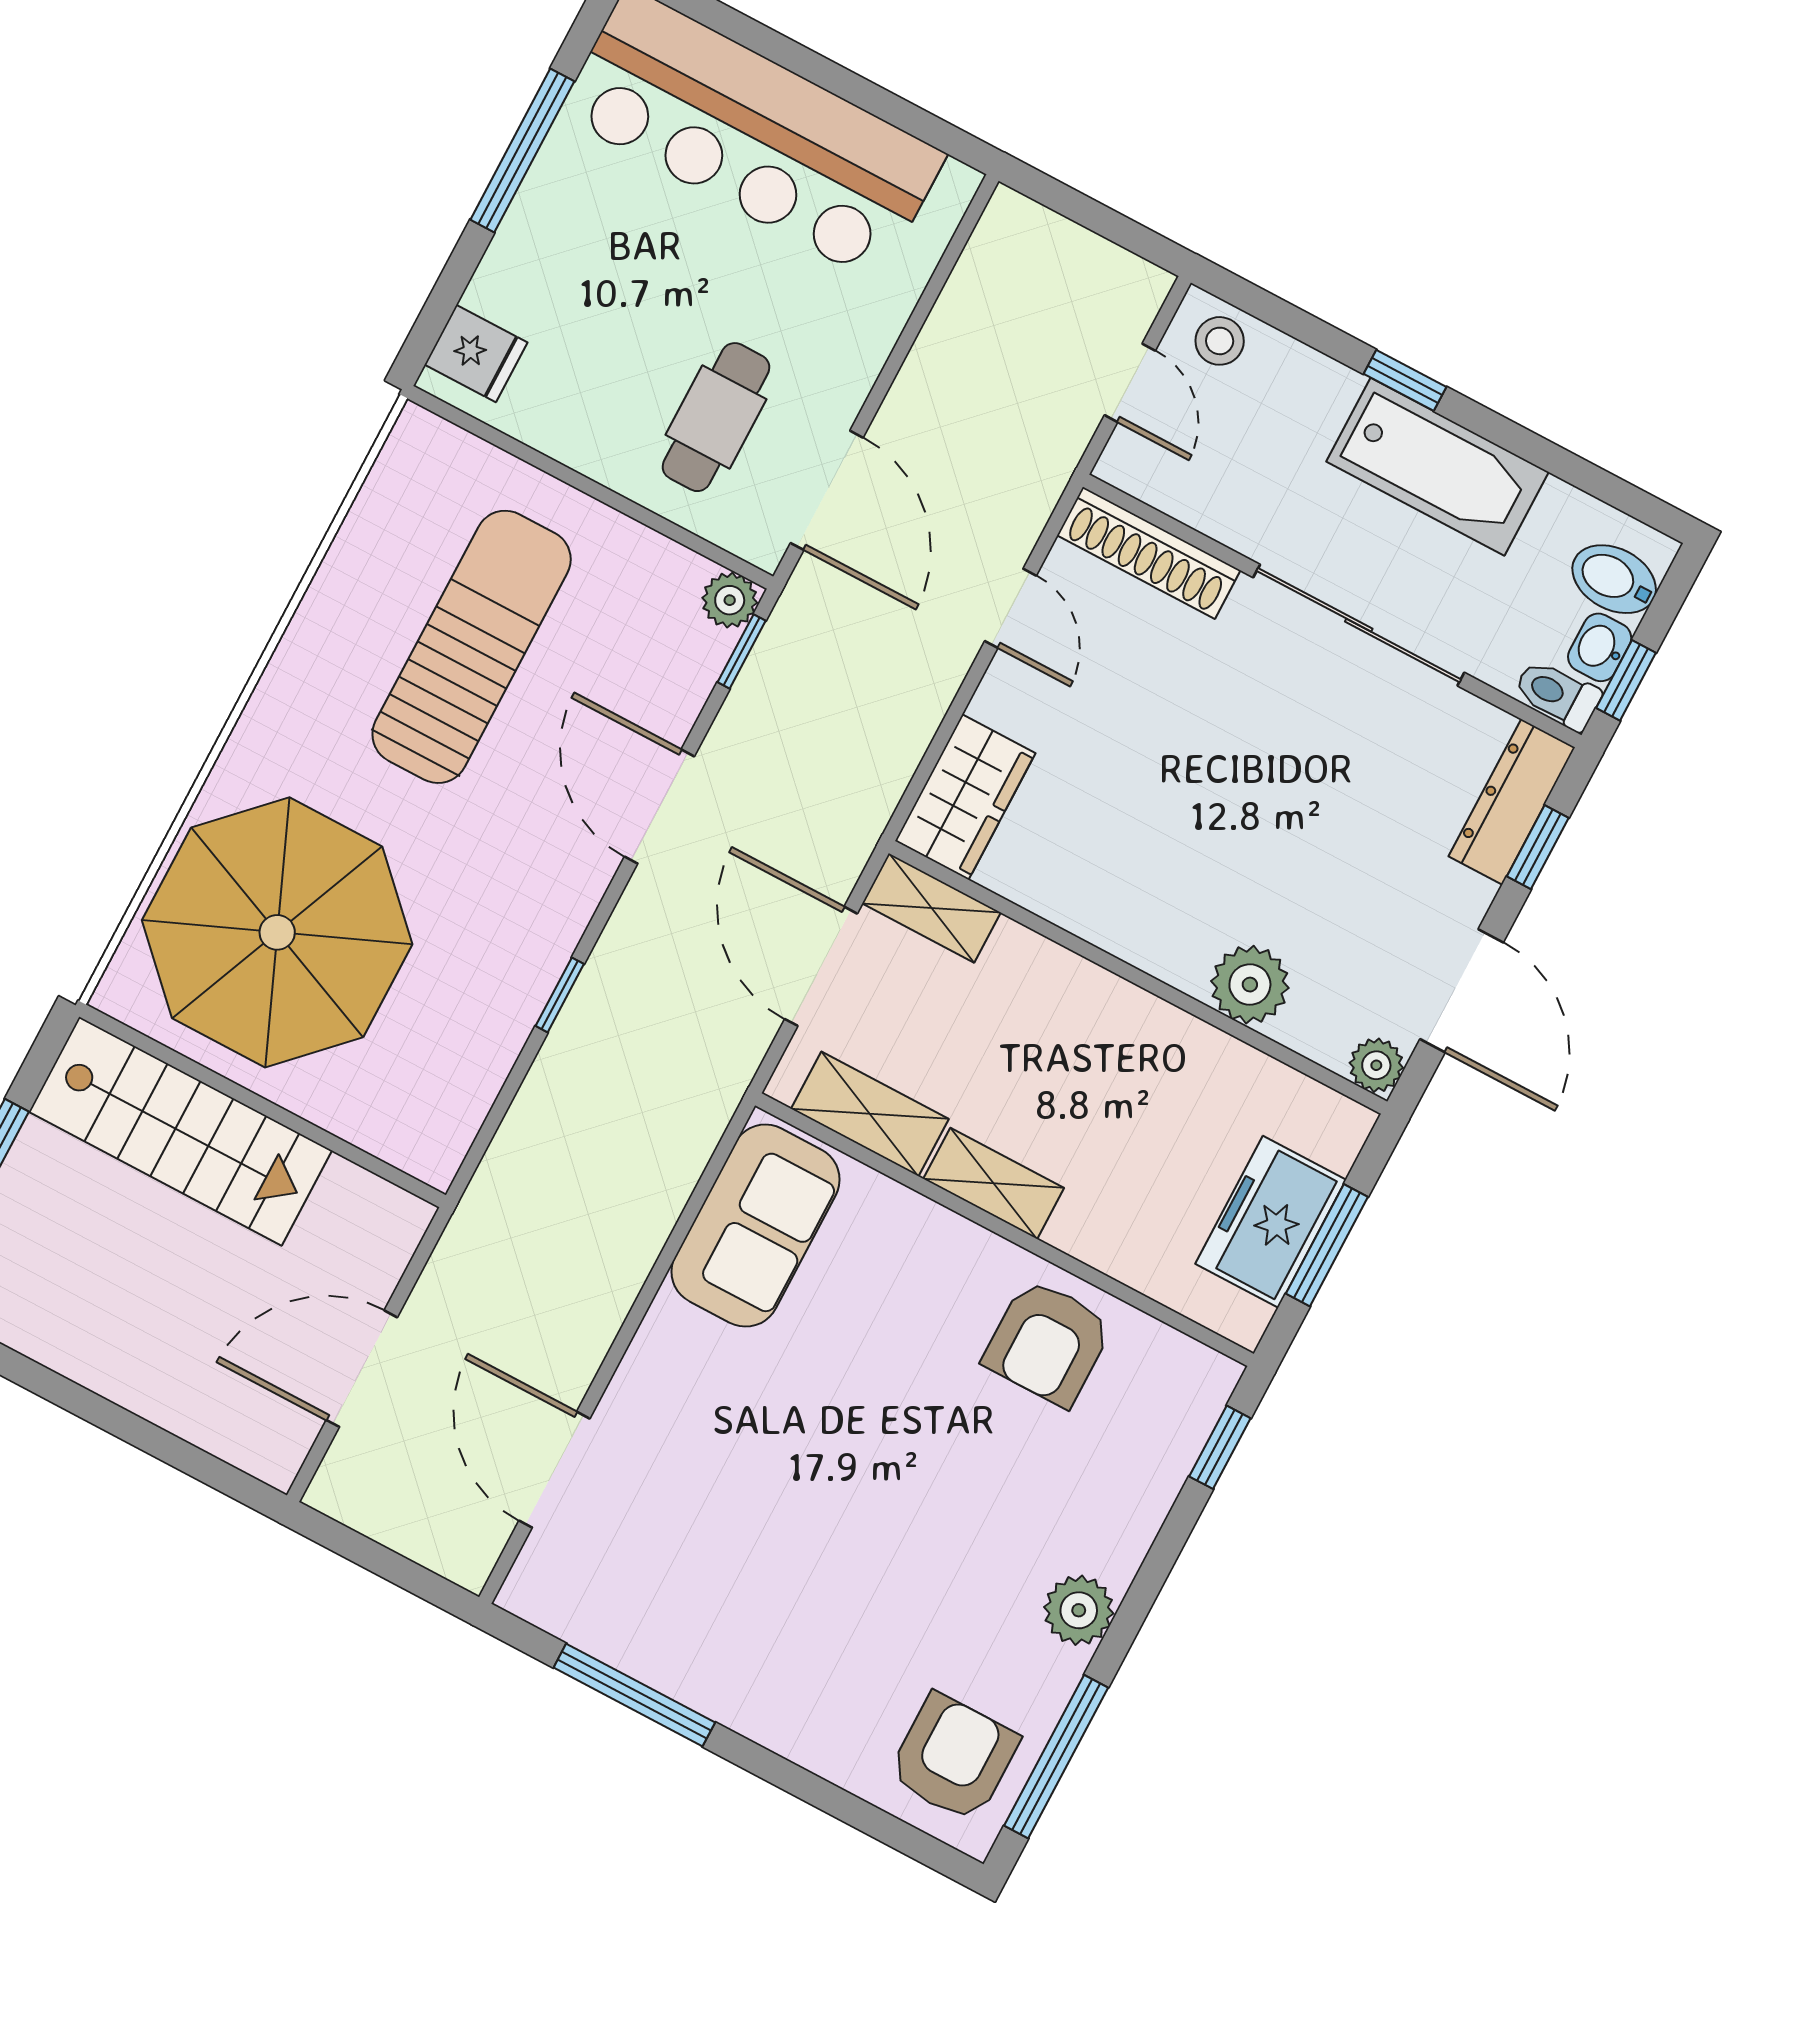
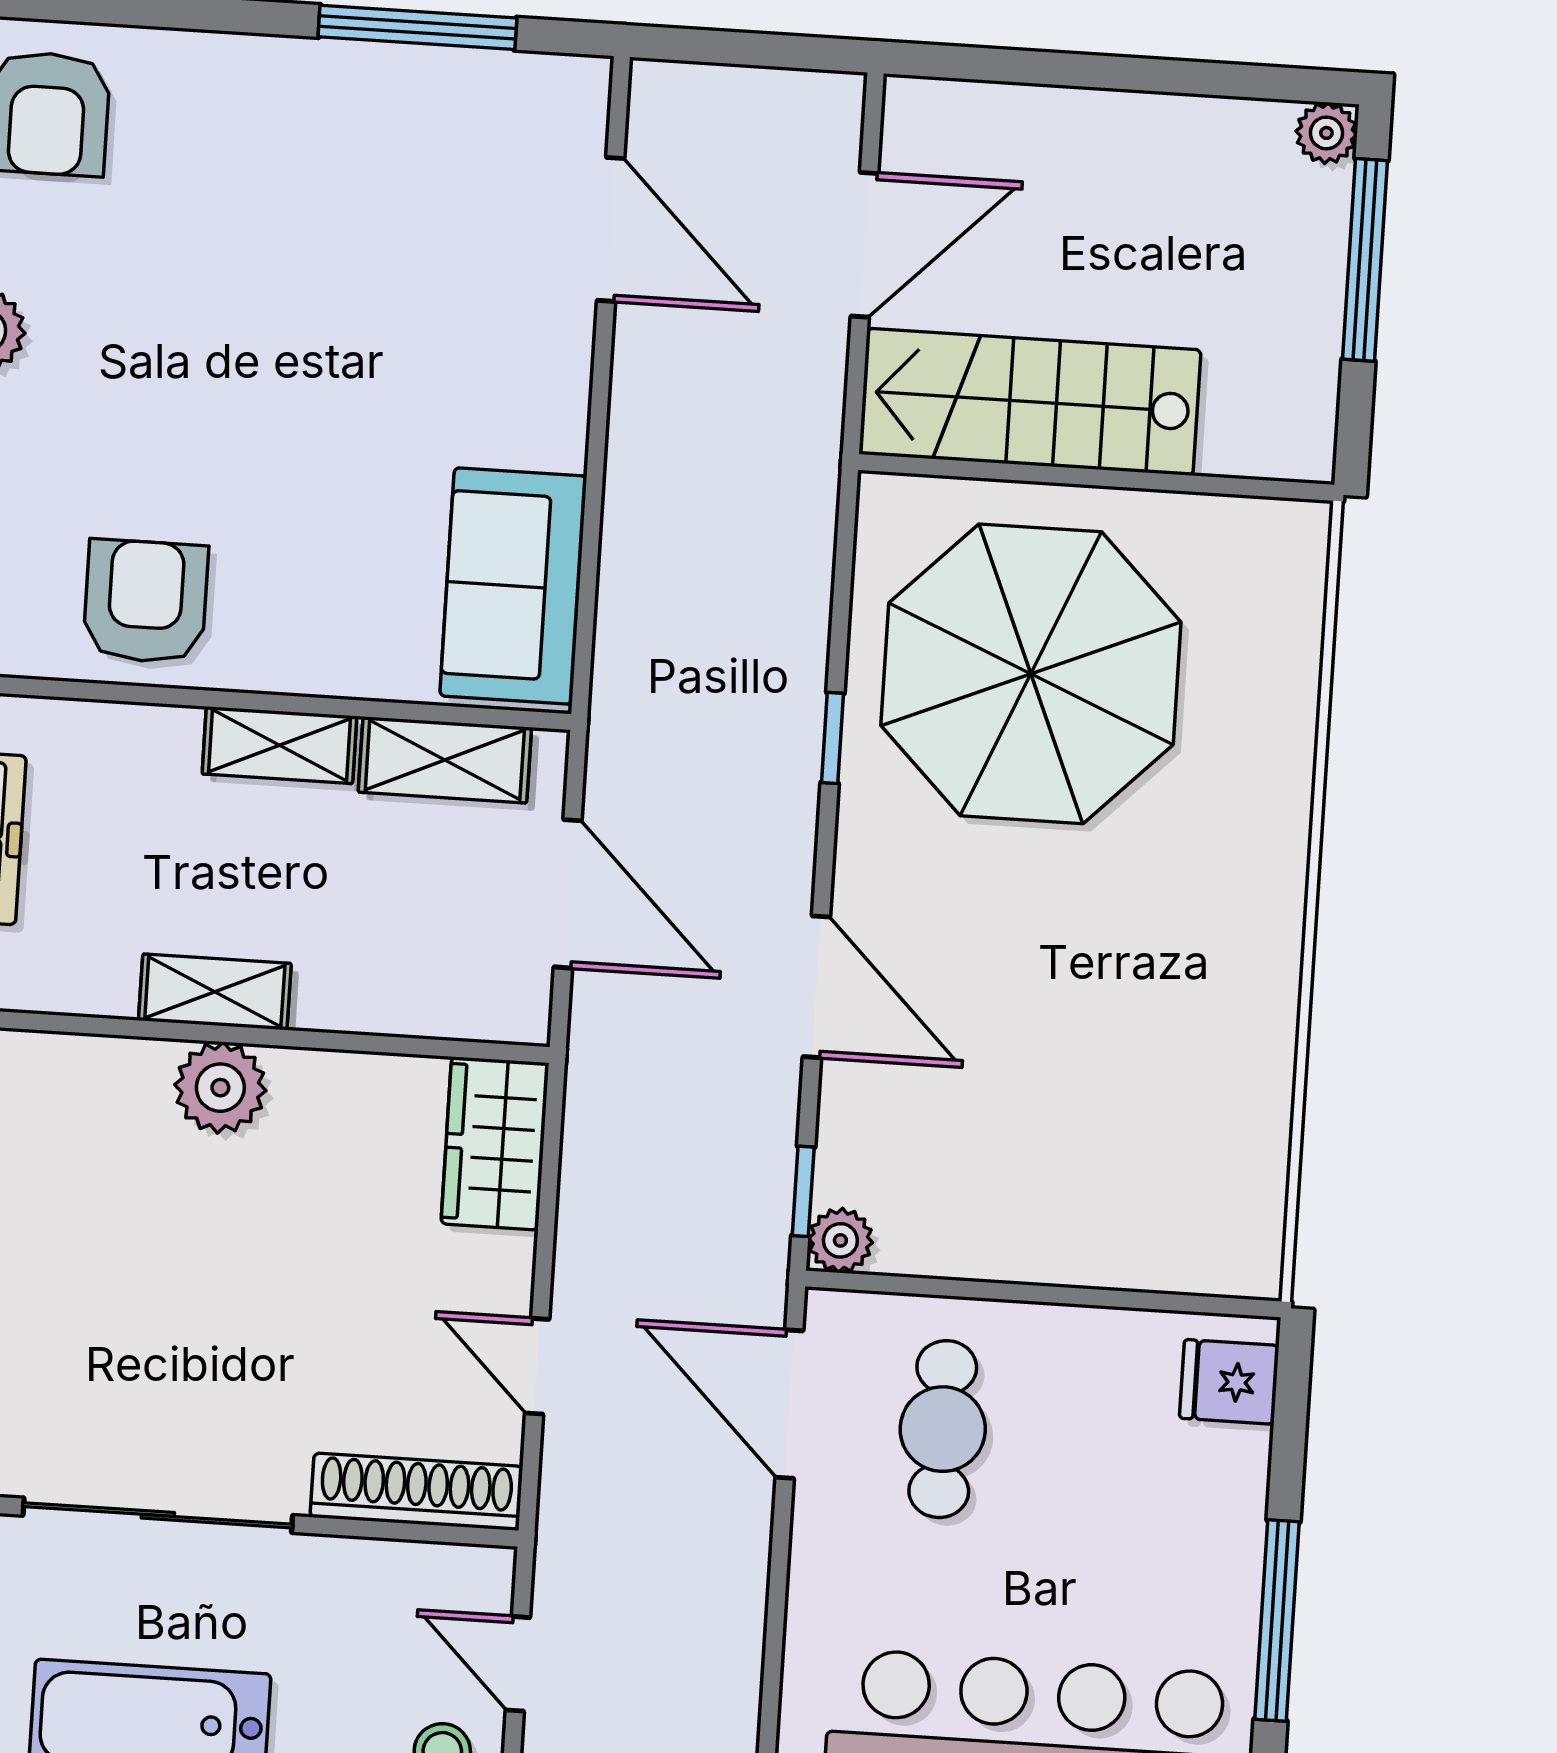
sun lounger: (472, 647) -> (1093, 1067), removed
shelving: (931, 908) -> (215, 992), moved
parasol: (277, 932) -> (1031, 674), moved
plant: (1250, 985) -> (220, 1088), moved
stairs: (180, 1131) -> (1030, 402), moved

